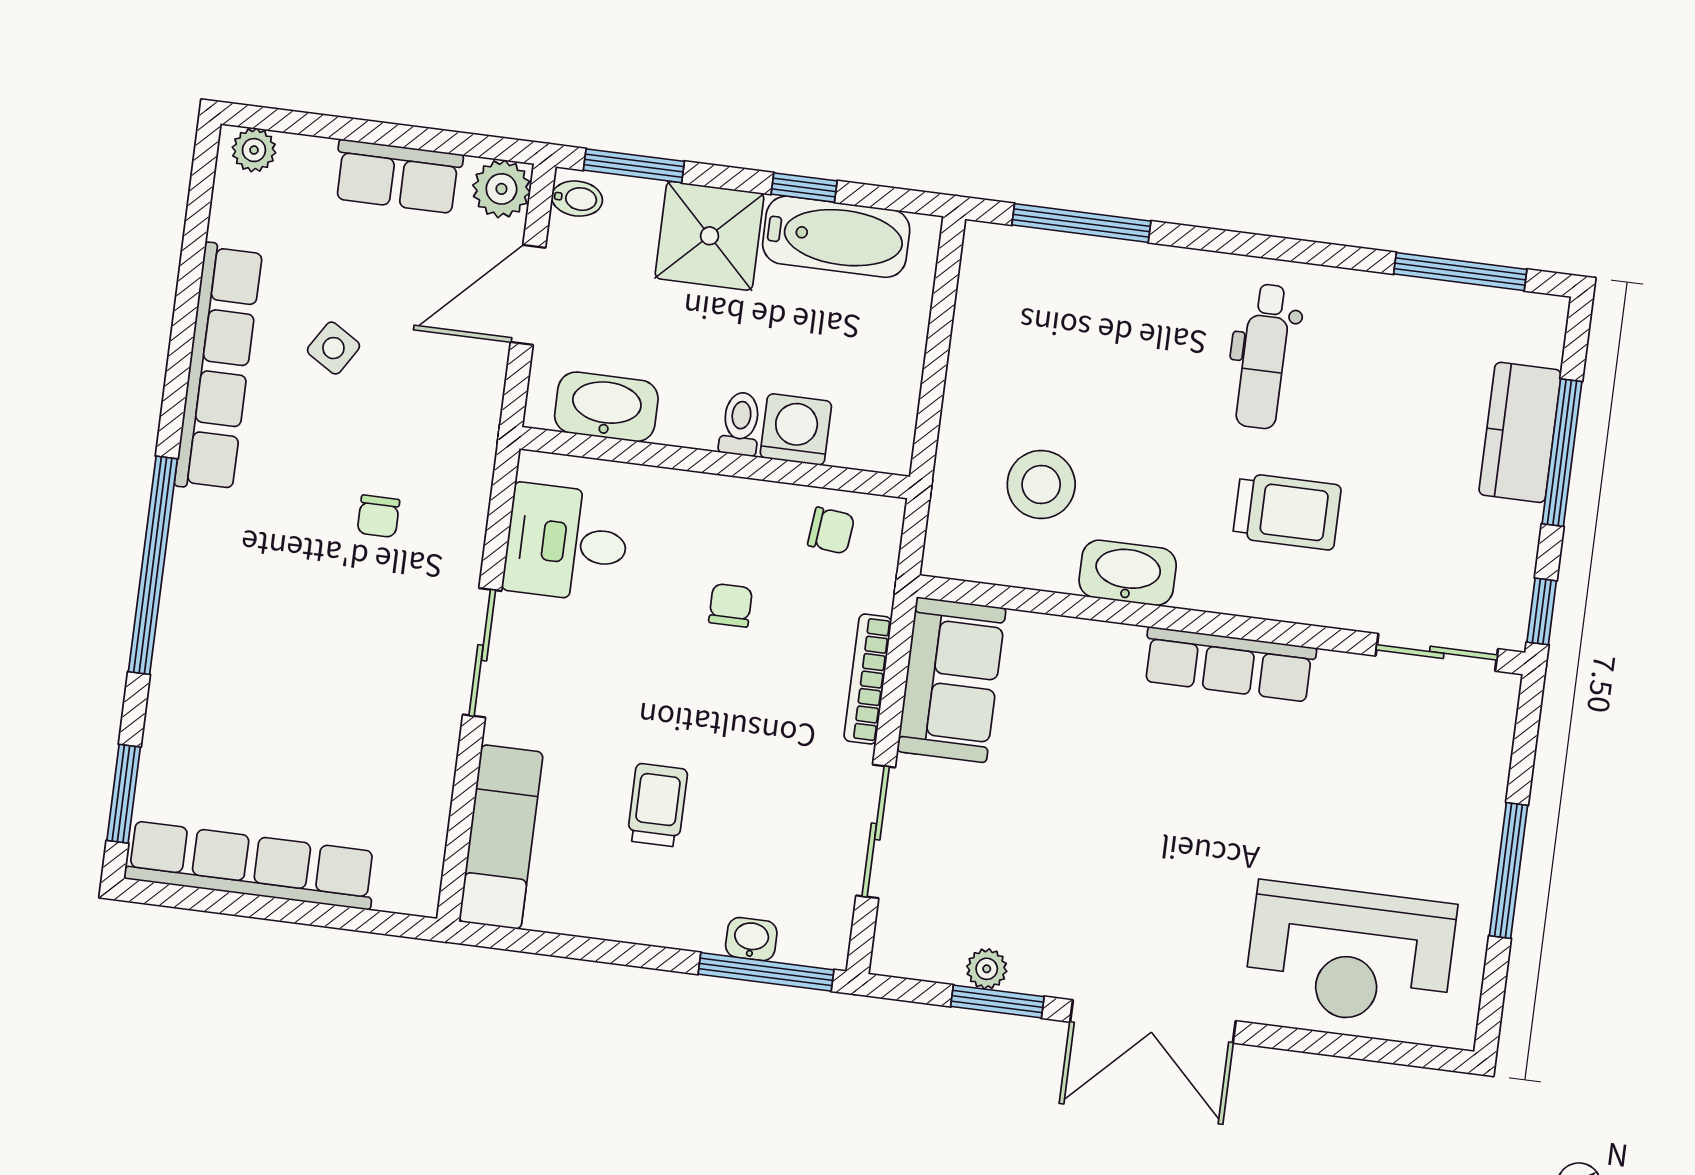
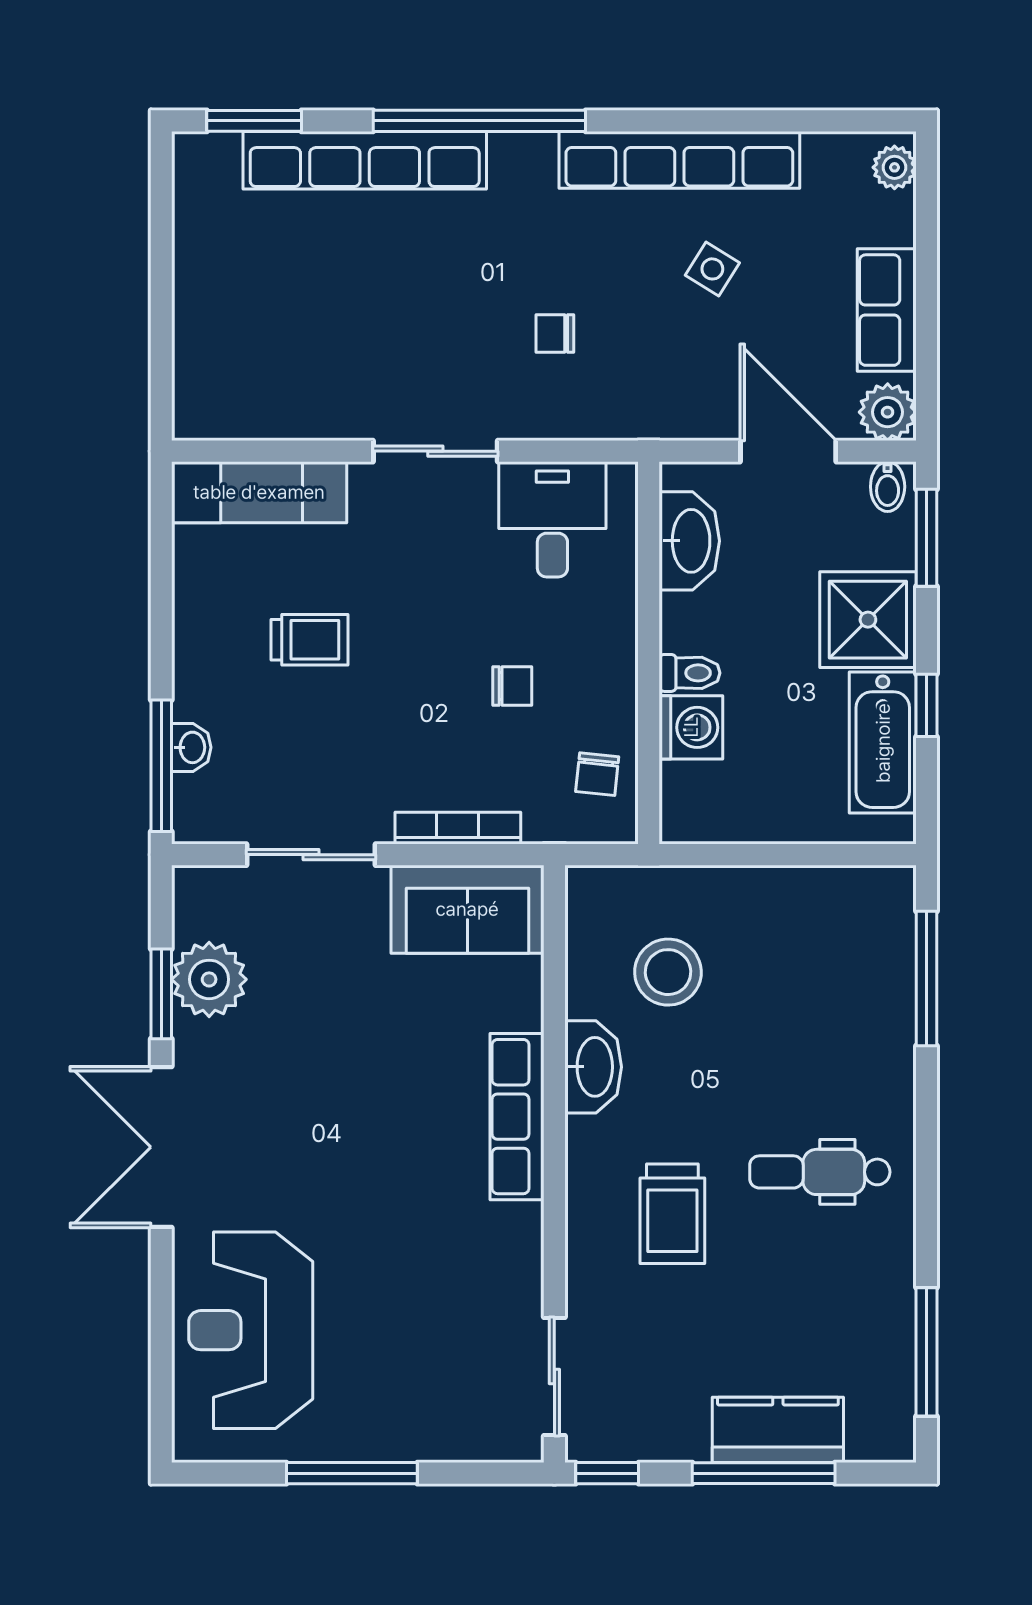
row of seats: (1229, 664) -> (517, 1117), moved
row of seats: (251, 865) -> (365, 160), moved, turned 90
plant: (987, 969) -> (209, 979), width x1.88, depth x1.88

